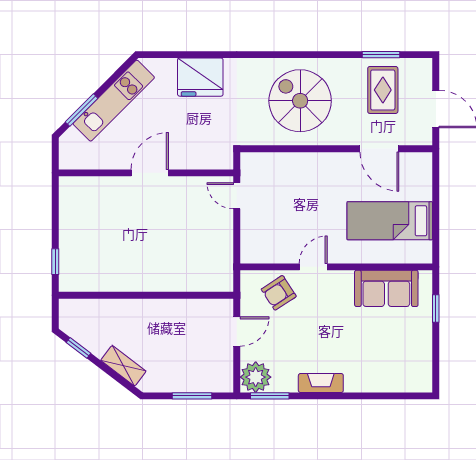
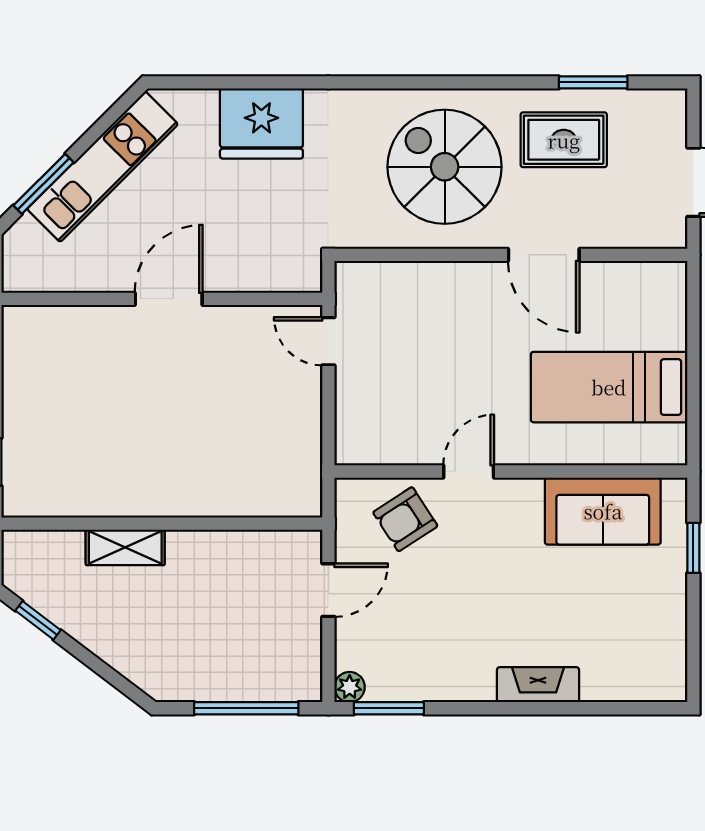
rug: (383, 90) -> (564, 140), moved, turned 90
door: (379, 149) -> (544, 255), moved
shelving: (123, 366) -> (125, 547), moved, turned -37
plant: (256, 377) -> (350, 687), width x0.53, depth x0.53
fireplace: (321, 383) -> (538, 685), moved
window: (192, 396) -> (246, 708), width x1.44

